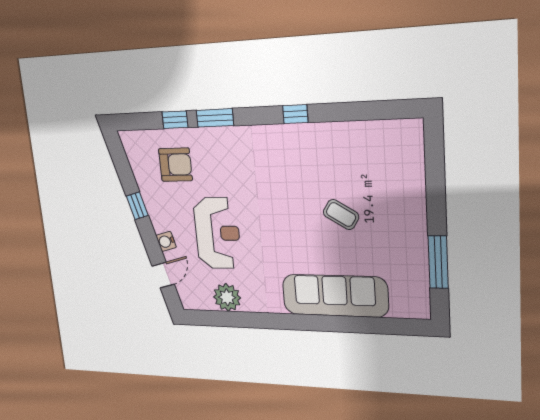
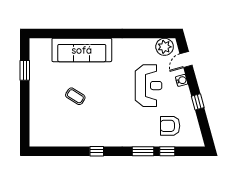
reception desk: (217, 233) -> (148, 86), turned 180
window: (438, 262) -> (25, 70), width x0.69
plant: (227, 297) -> (165, 47), moved

